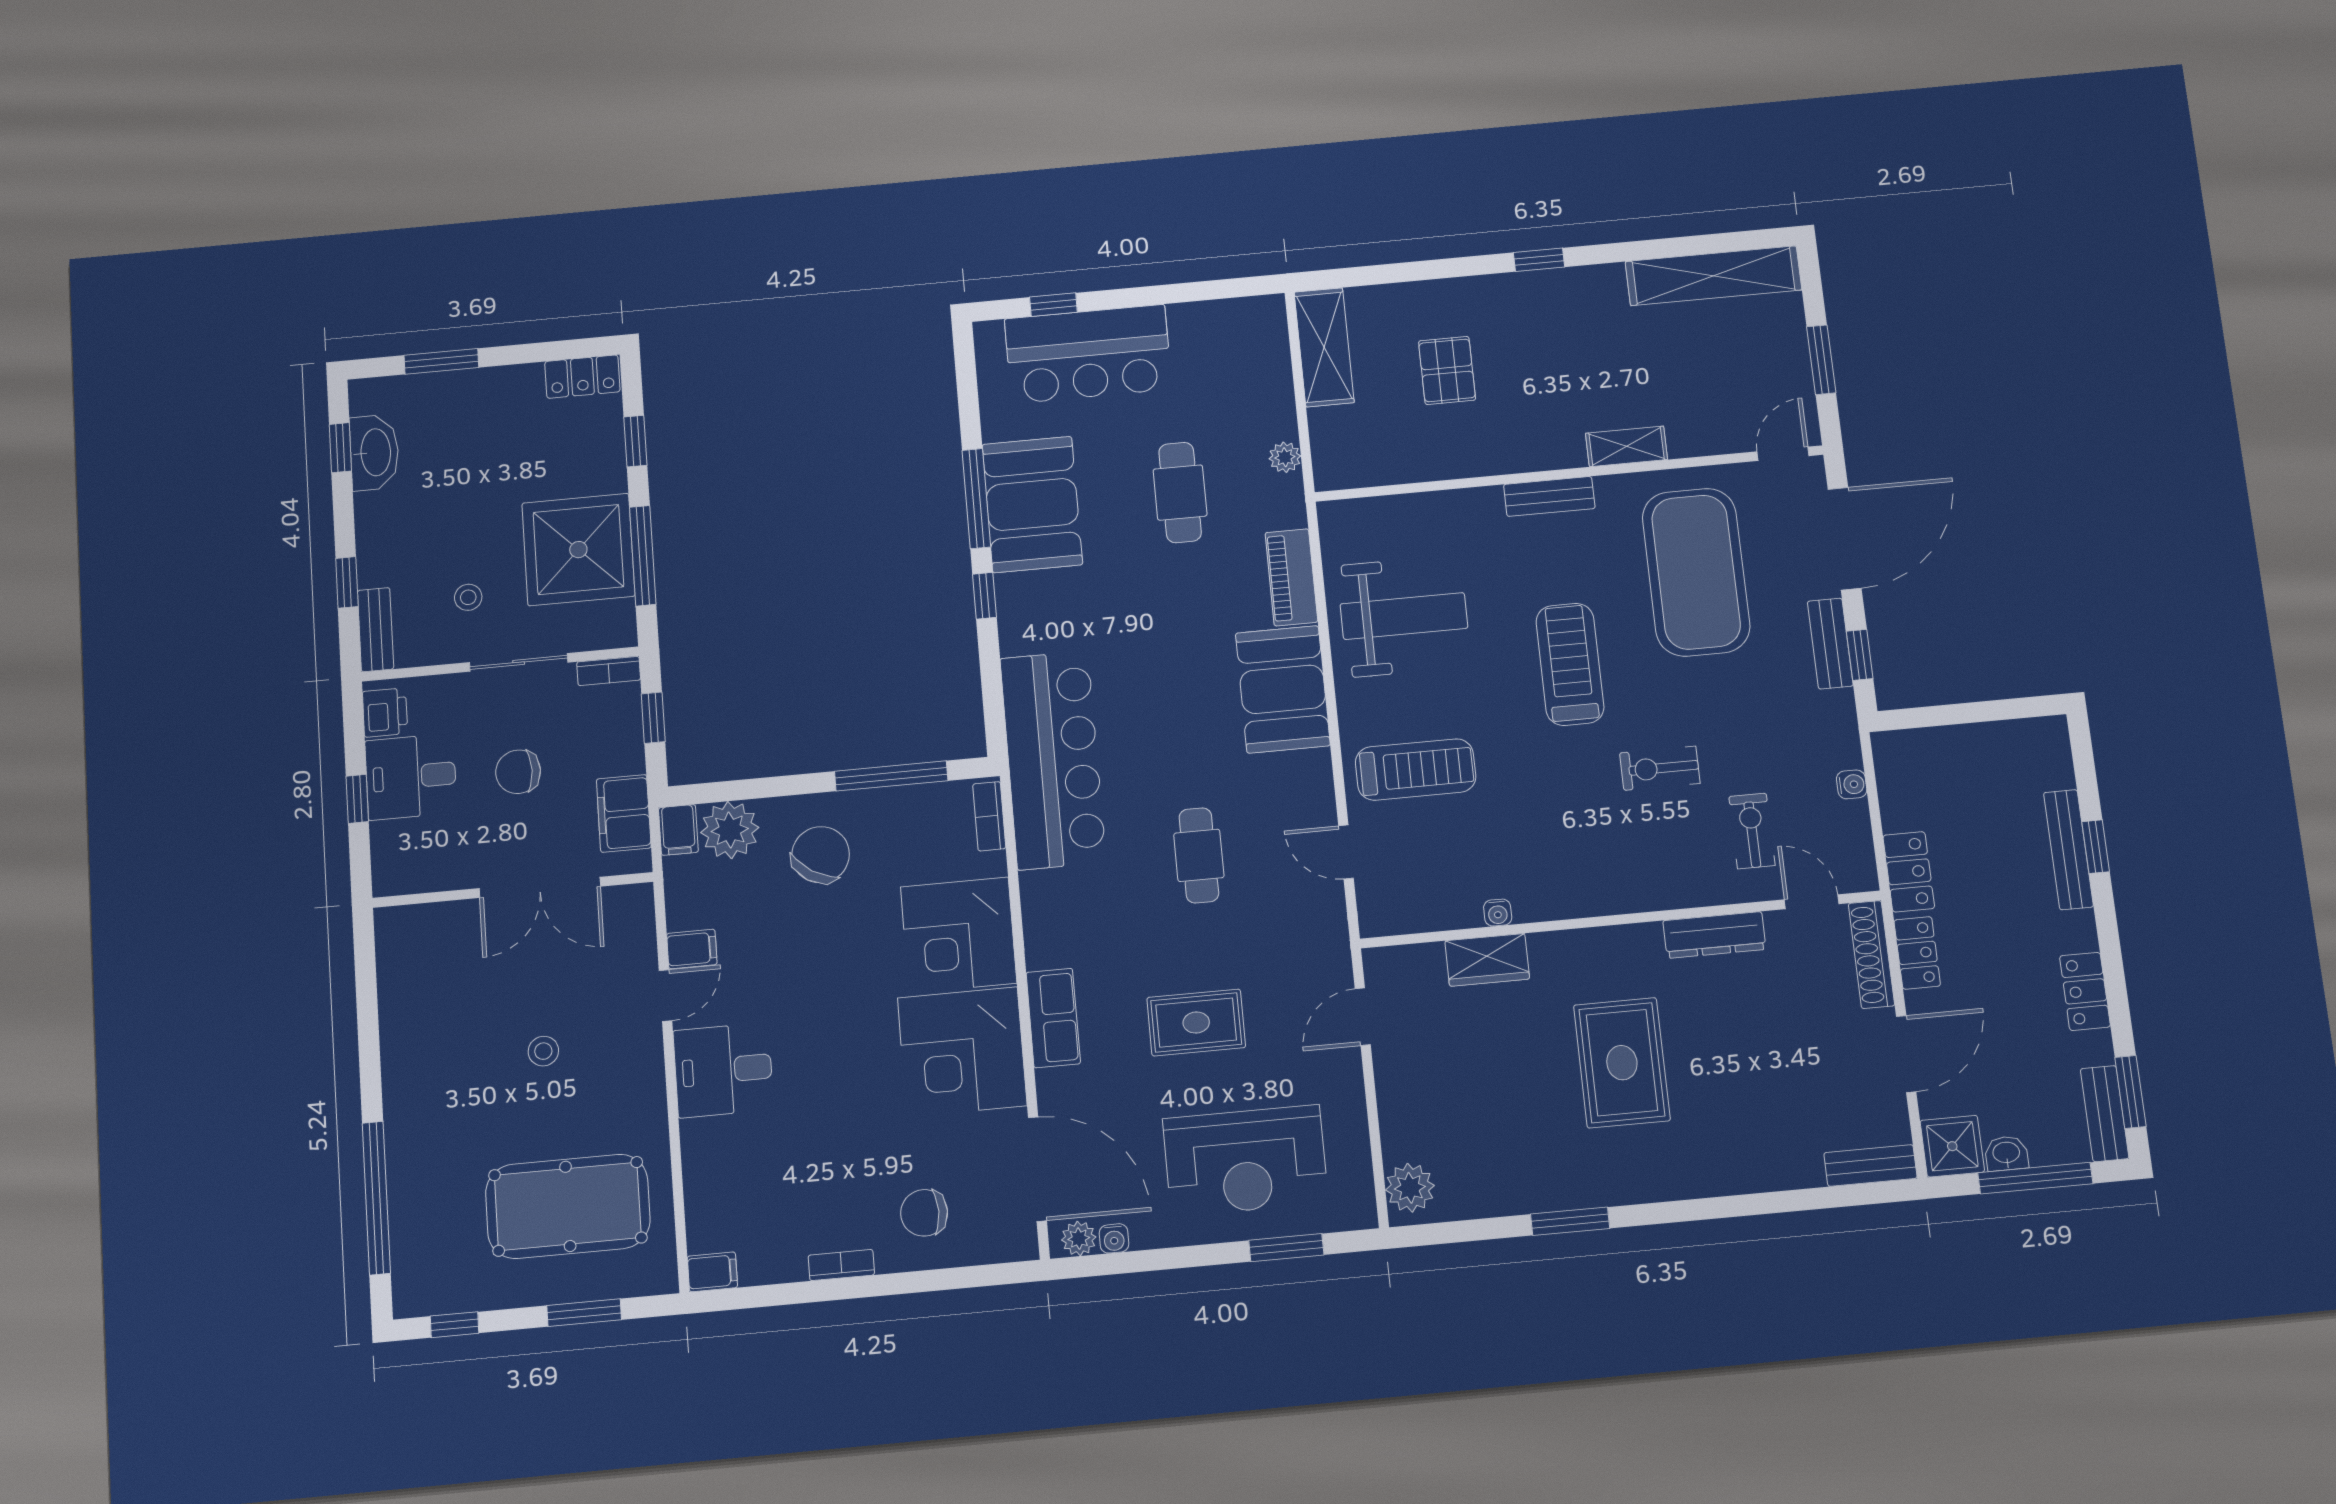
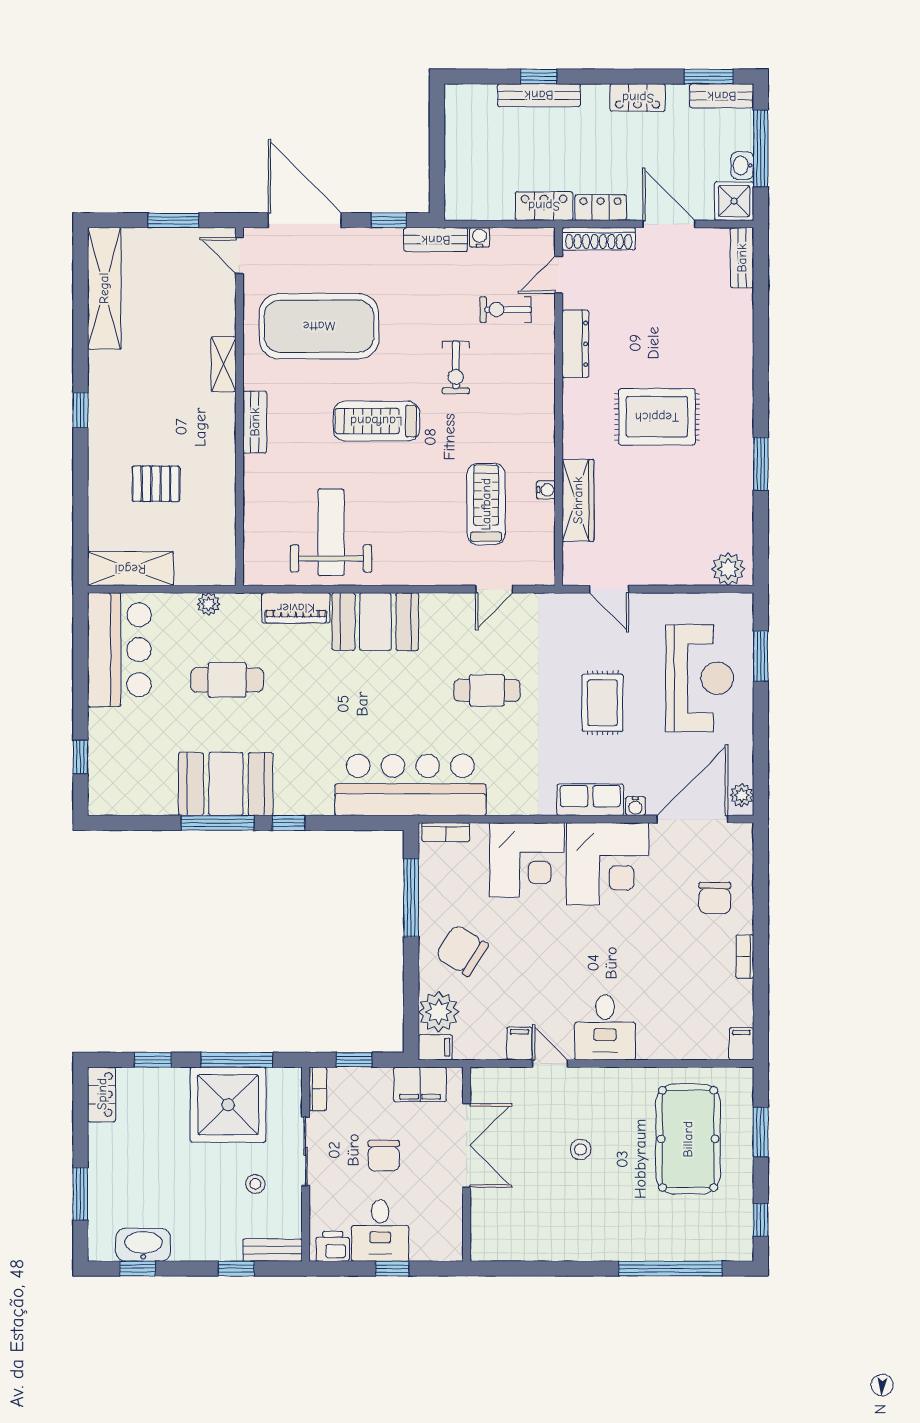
bar counter: (1088, 354) -> (119, 650), moved
bench: (1830, 644) -> (436, 240), moved
treadmill: (1416, 770) -> (486, 504), moved
wardrobe: (1487, 960) -> (578, 500), width x1.50
water cooler: (1114, 1238) -> (635, 806), moved, turned 90

